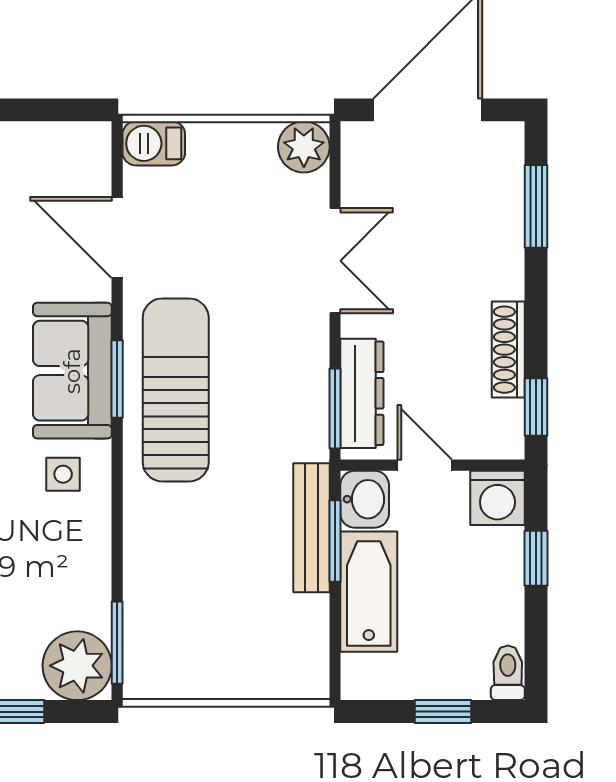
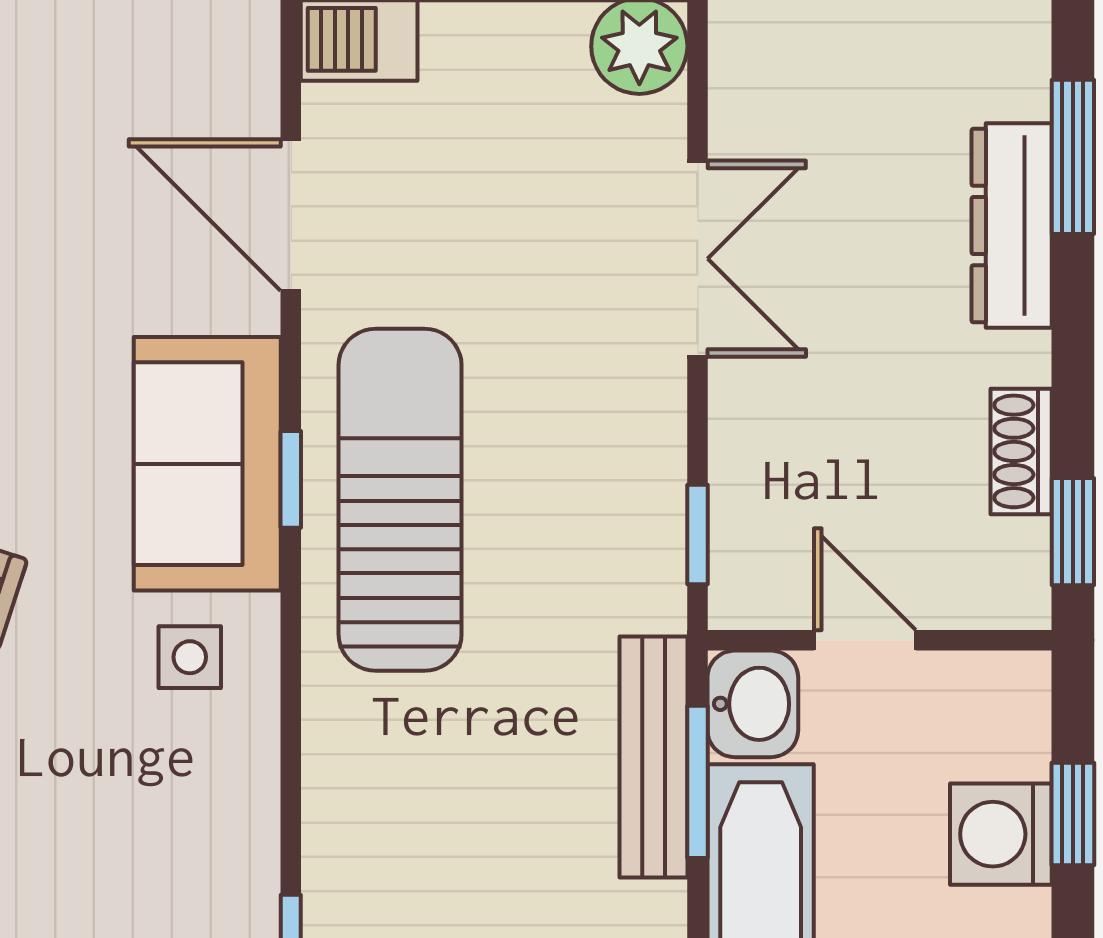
shoe rack: (508, 350) -> (1021, 451), width x0.70
window: (117, 379) -> (291, 479), width x0.67
dresser: (362, 393) -> (1012, 226), moved, turned 180
window: (335, 408) -> (697, 534), width x0.67
washing machine: (497, 498) -> (1001, 834), moved, turned 90

